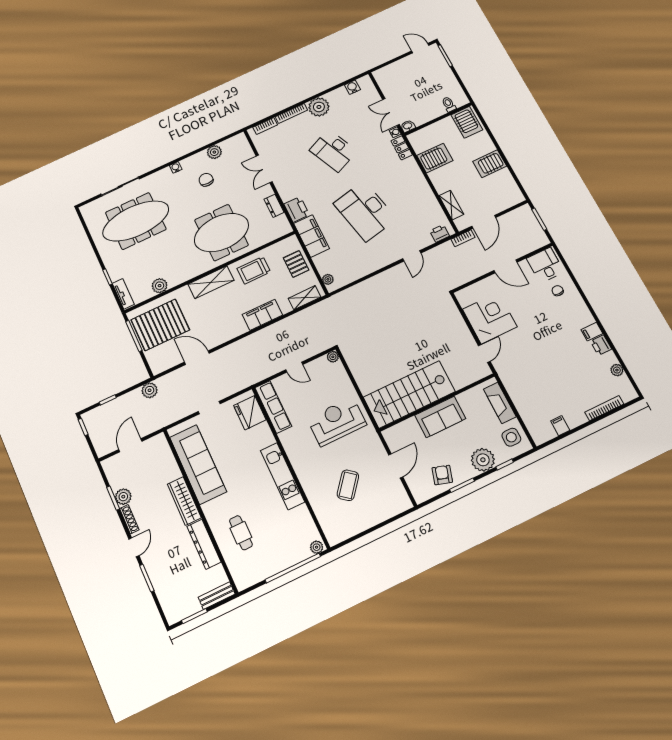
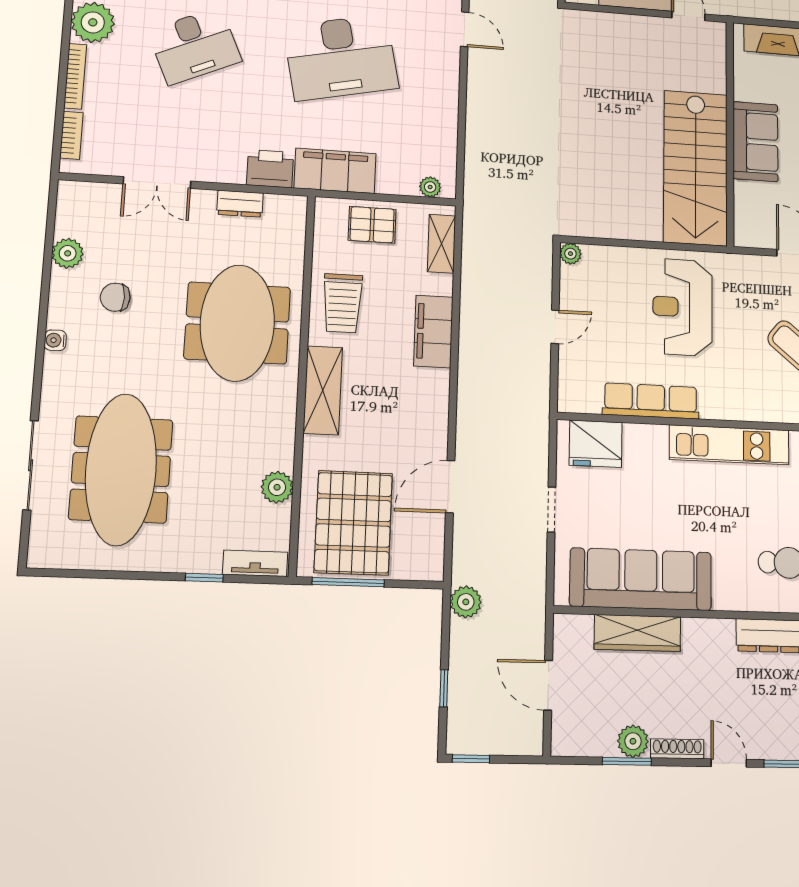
row of seats: (273, 407) -> (651, 401), moved
wardrobe: (184, 501) -> (637, 633), moved

